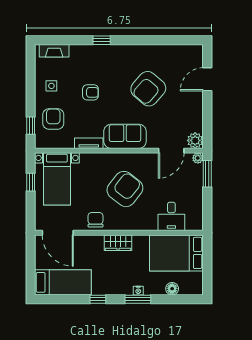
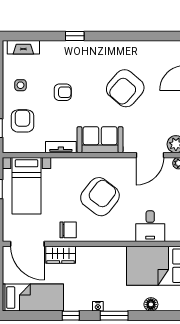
chair: (96, 220) -> (68, 230), turned 90
wardrobe: (118, 243) -> (61, 255), moved
nightstand: (138, 291) -> (98, 306), moved

